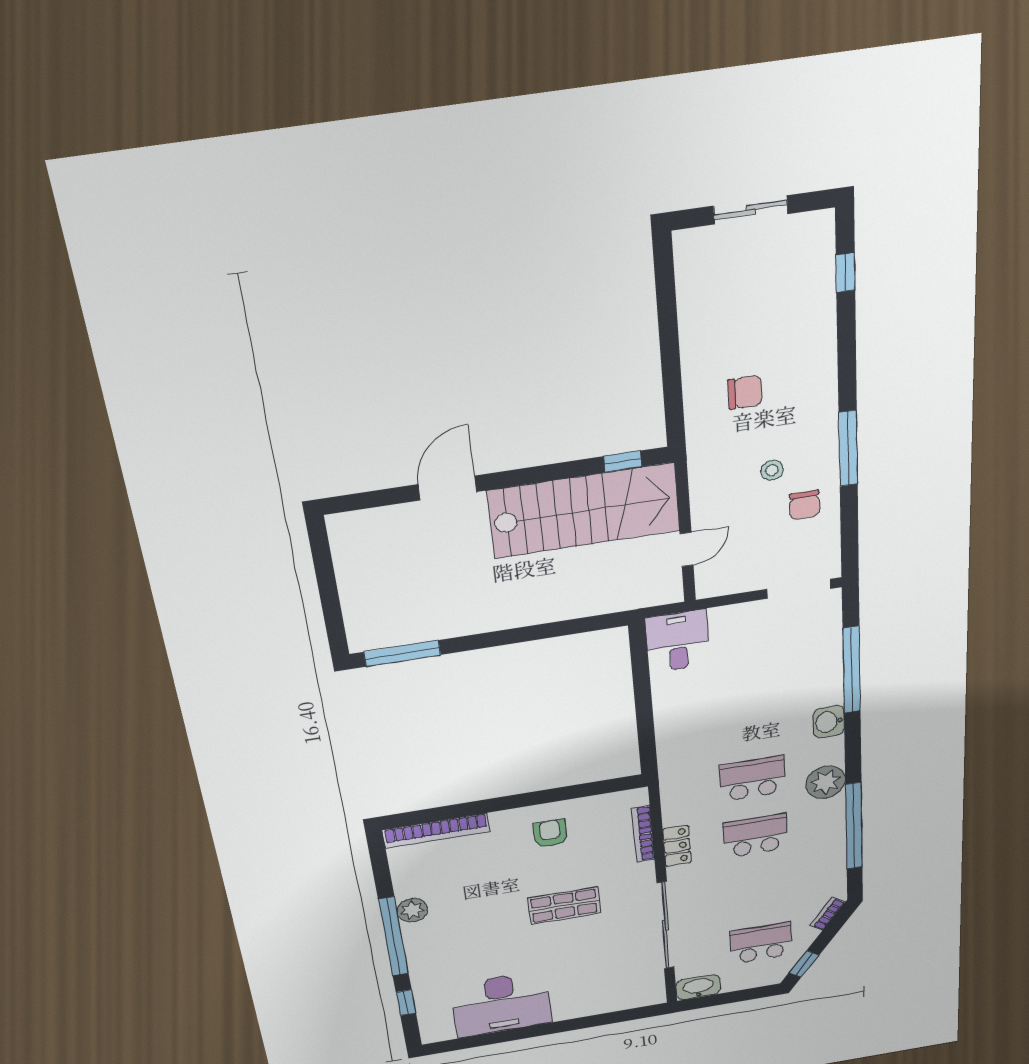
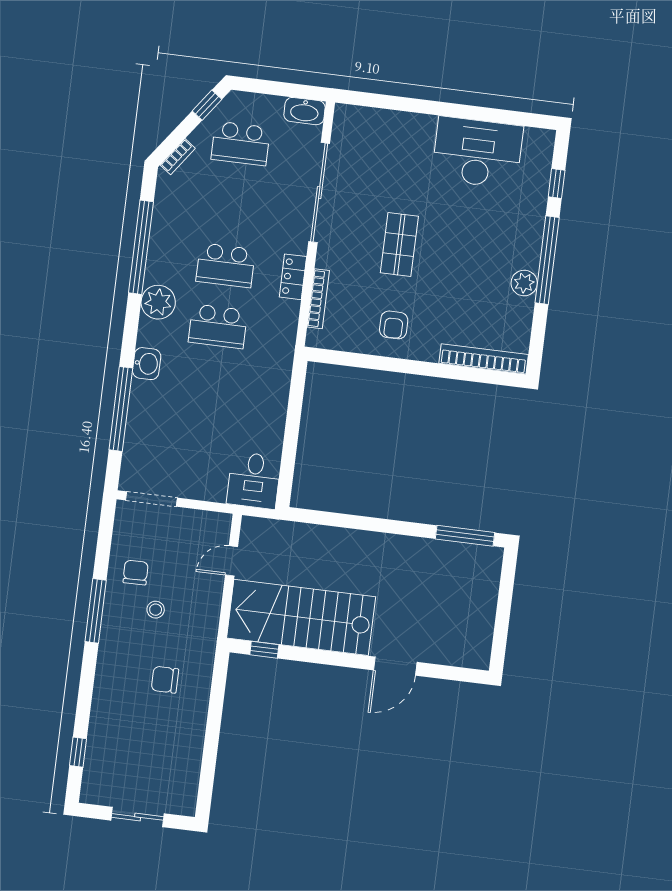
shop shelf: (564, 906) -> (399, 245), turned 90

